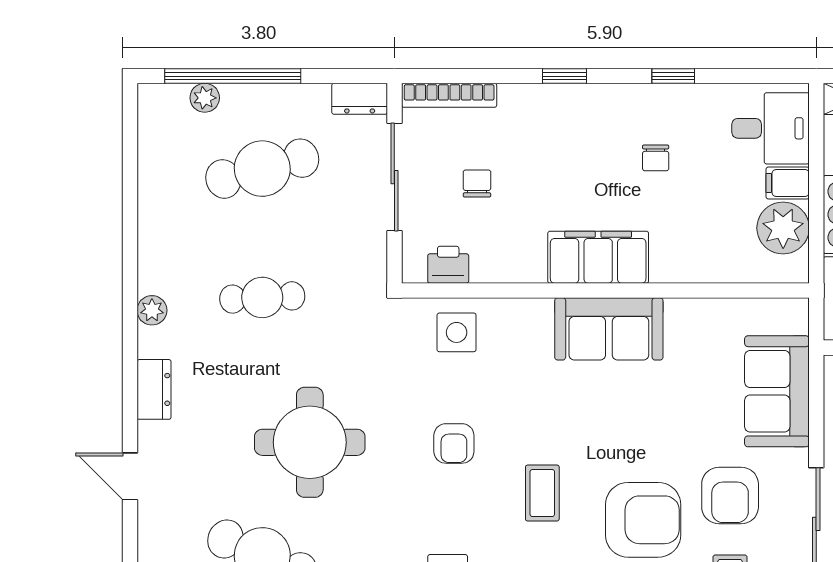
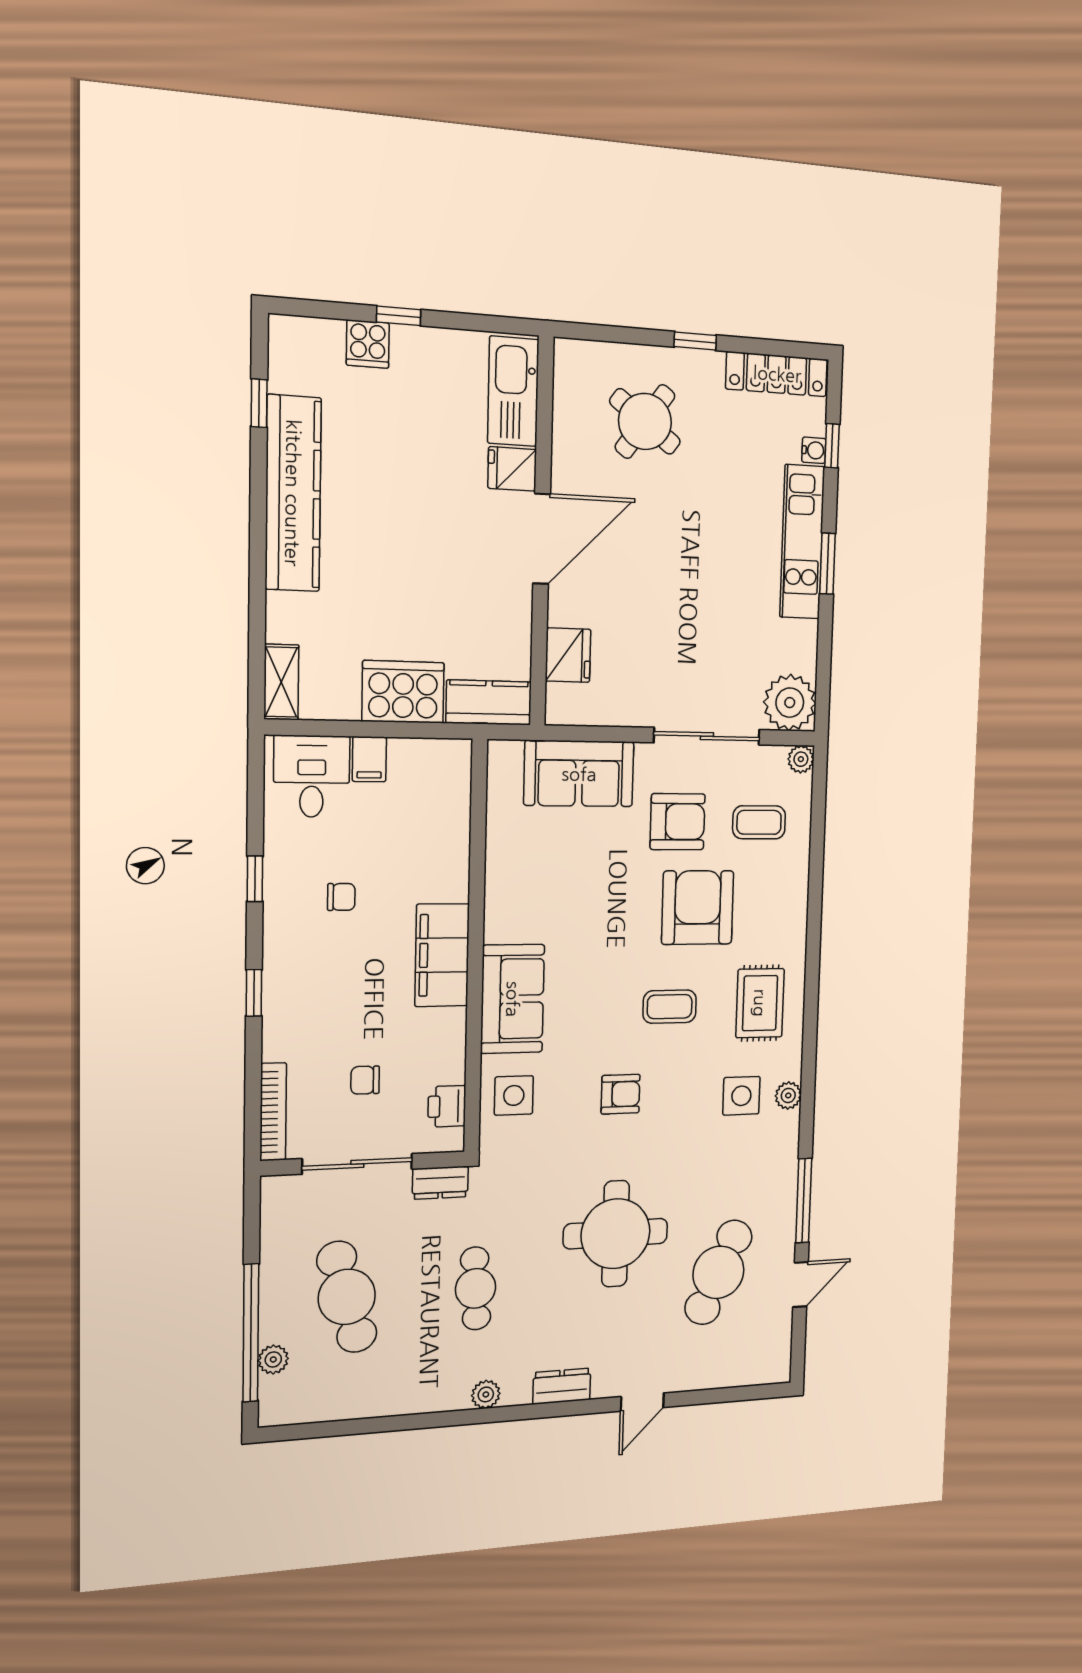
dresser: (360, 99) -> (440, 1183), moved, turned 90
plant: (783, 228) -> (416, 765), removed
sofa: (609, 329) -> (513, 999), moved

